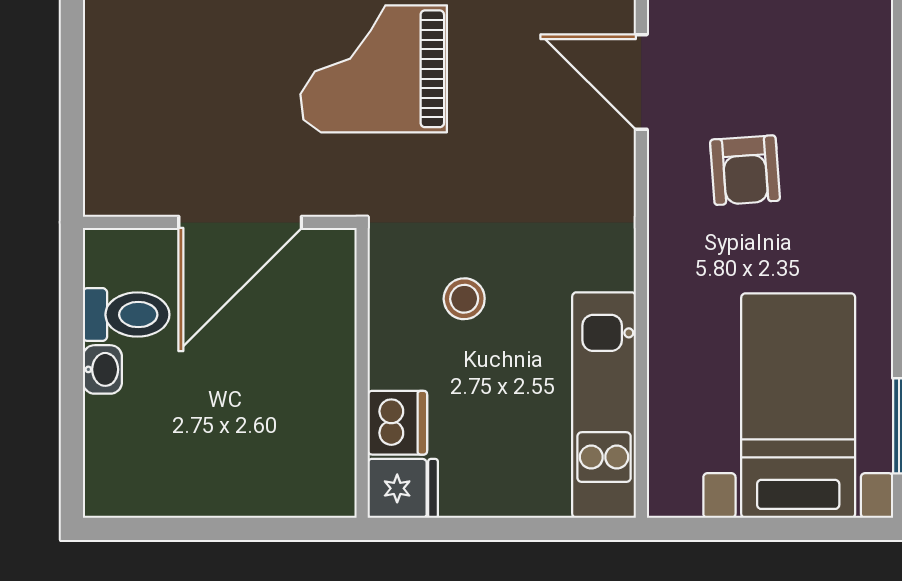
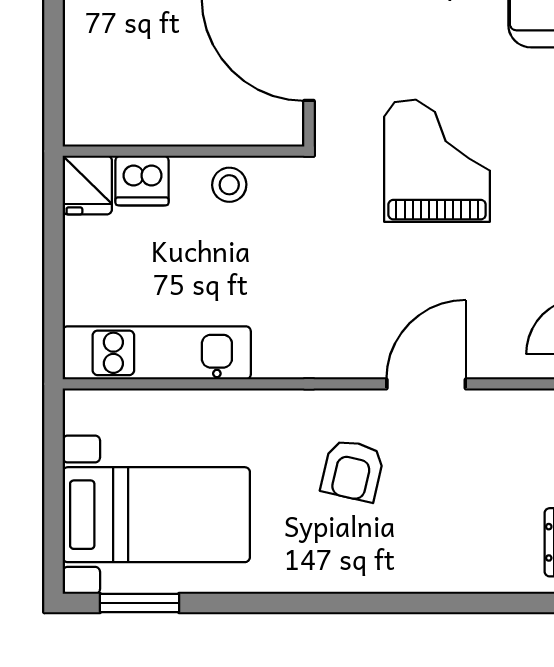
armchair: (745, 170) -> (353, 470), turned -73
stool: (464, 299) -> (229, 185), moved

